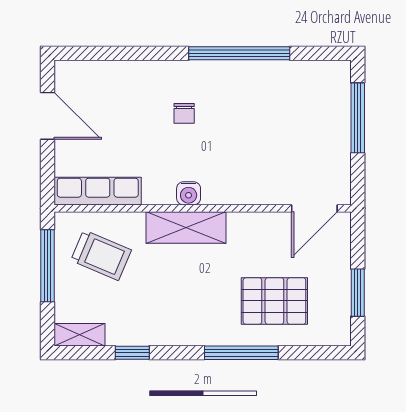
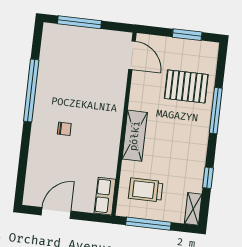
row of seats: (98, 191) -> (105, 196), width x0.68
water cooler: (189, 193) -> (114, 132), removed
trolley: (101, 255) -> (146, 190), turned -113
pallet: (274, 301) -> (186, 86), turned 90

